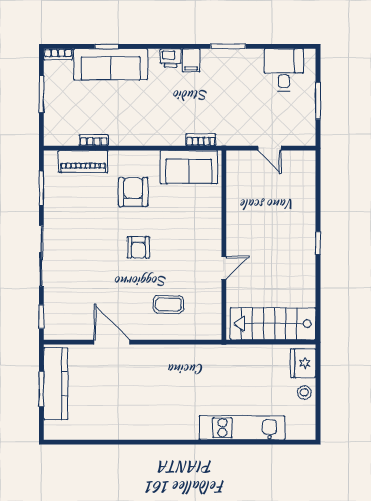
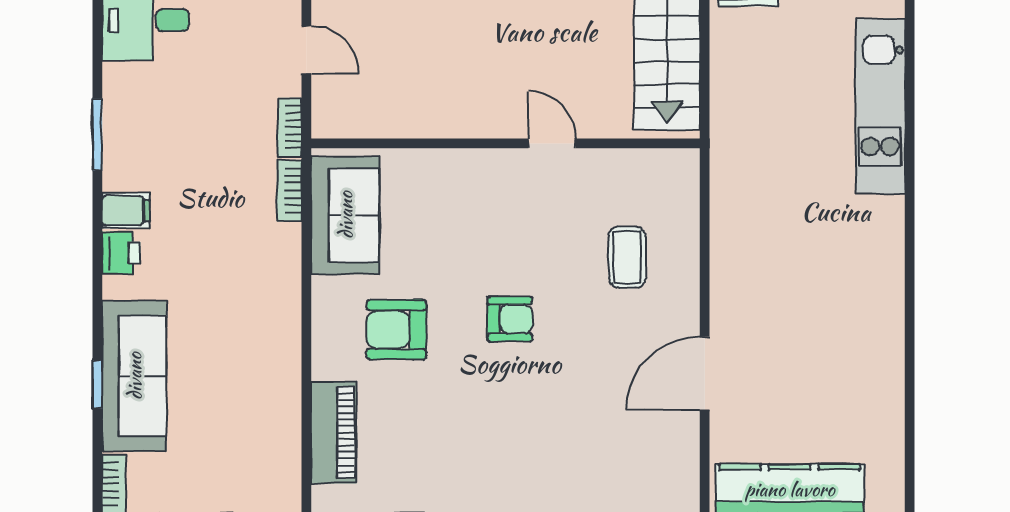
bookcase: (94, 140) -> (290, 127), moved
door: (270, 148) -> (306, 50), hinge flipped

